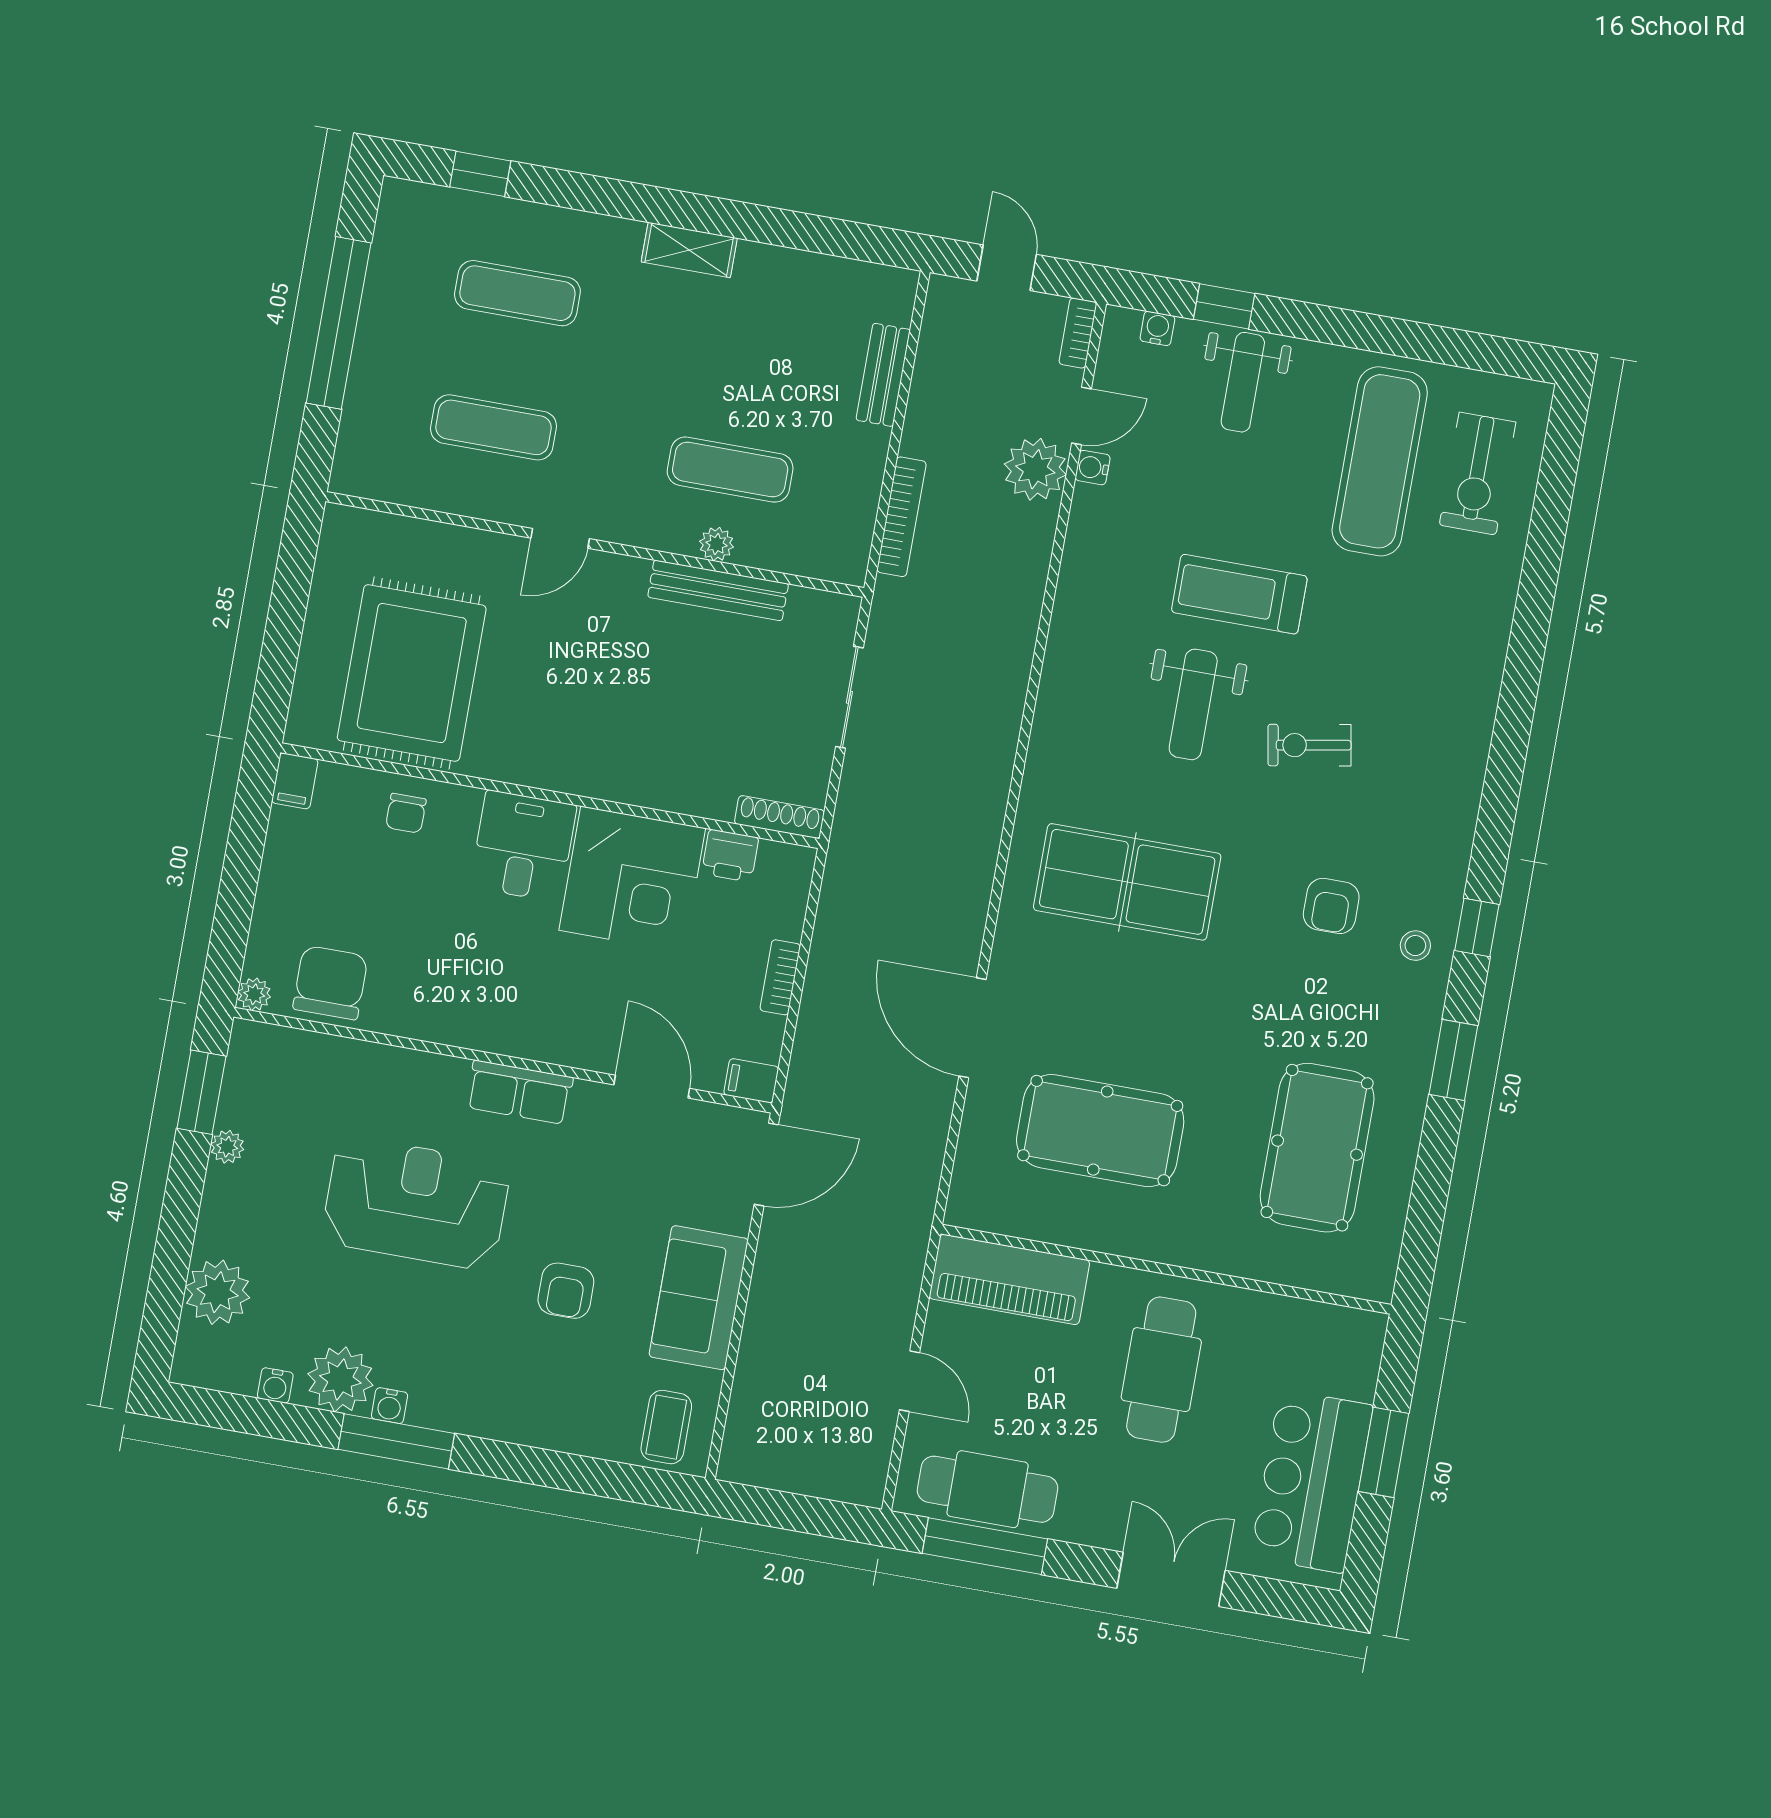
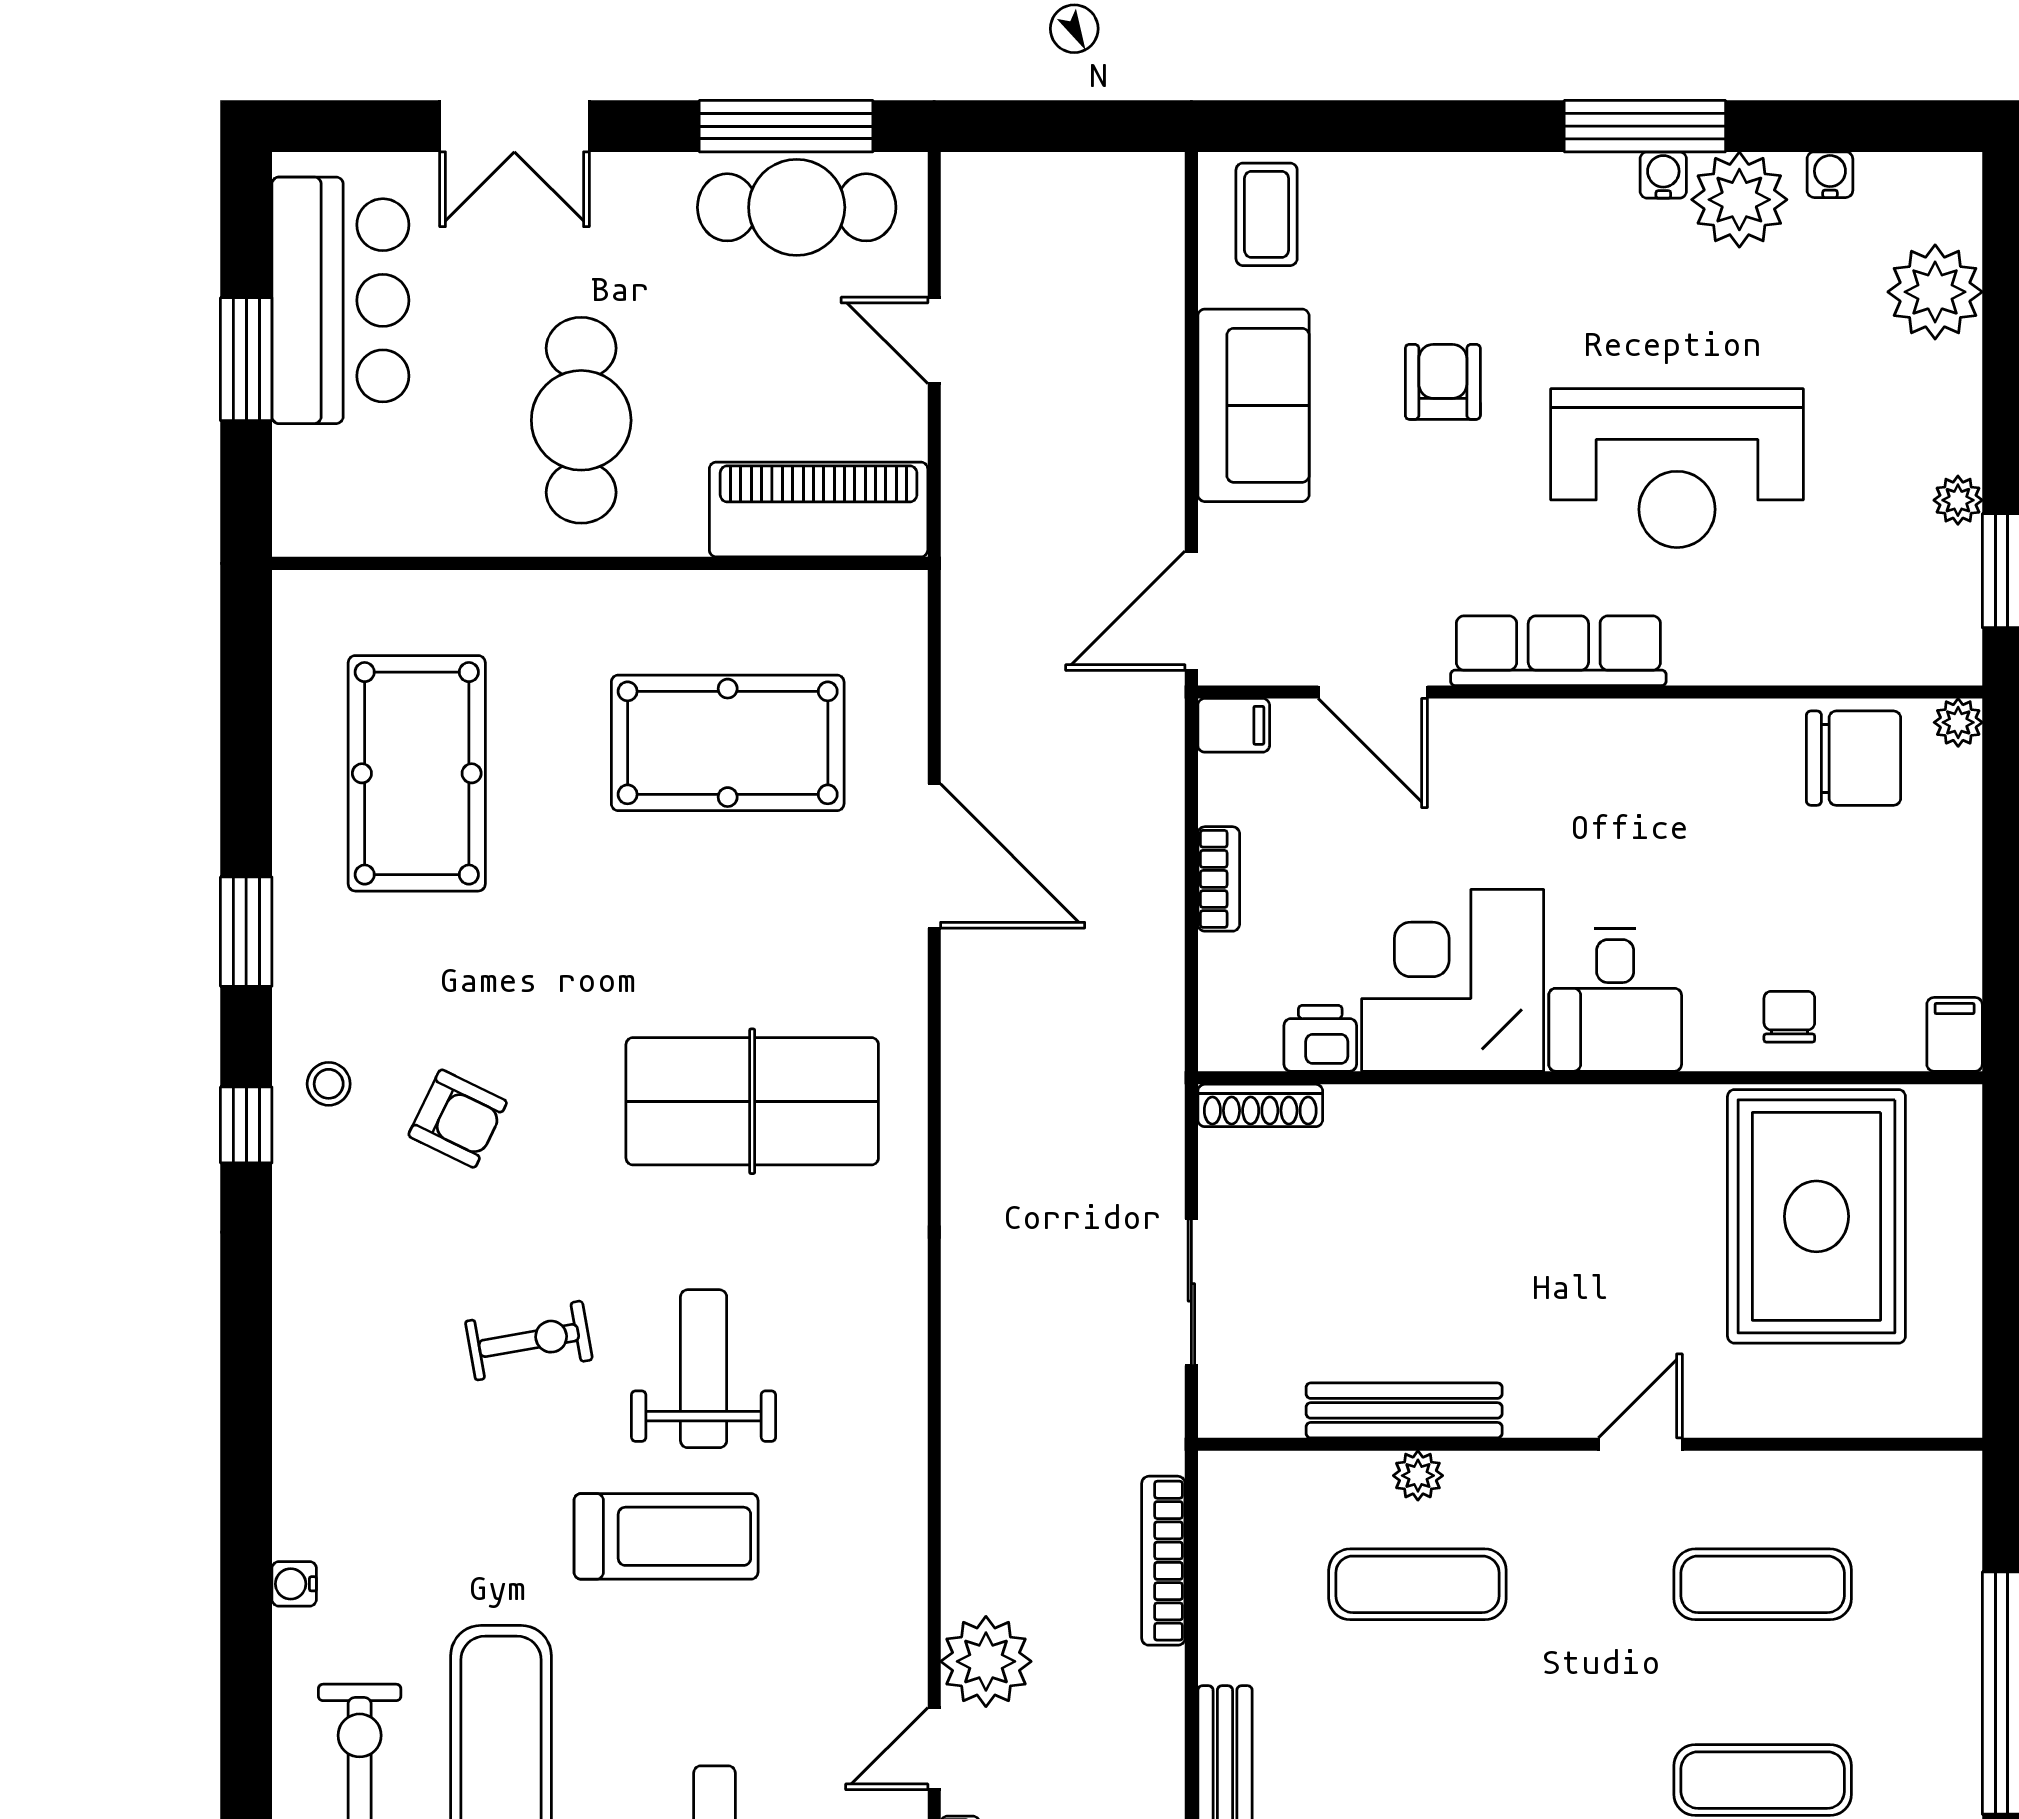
water cooler: (1093, 468) -> (294, 1584), moved, turned 180
armchair: (1331, 906) -> (458, 1119), turned 116
chair: (330, 983) -> (1854, 758), turned -90
row of seats: (520, 1092) -> (1558, 651), width x1.48

